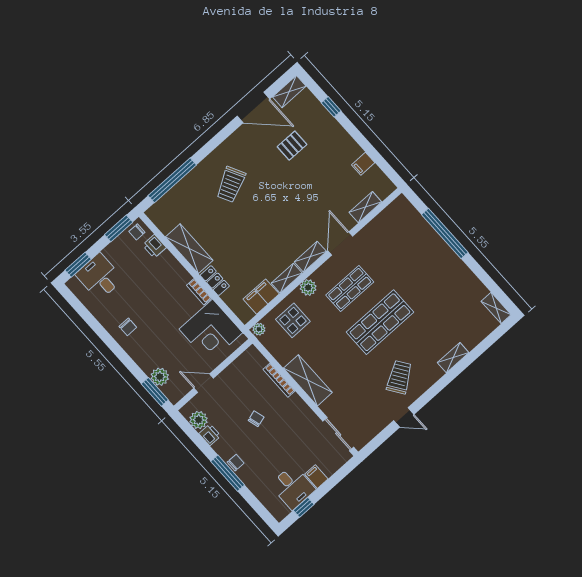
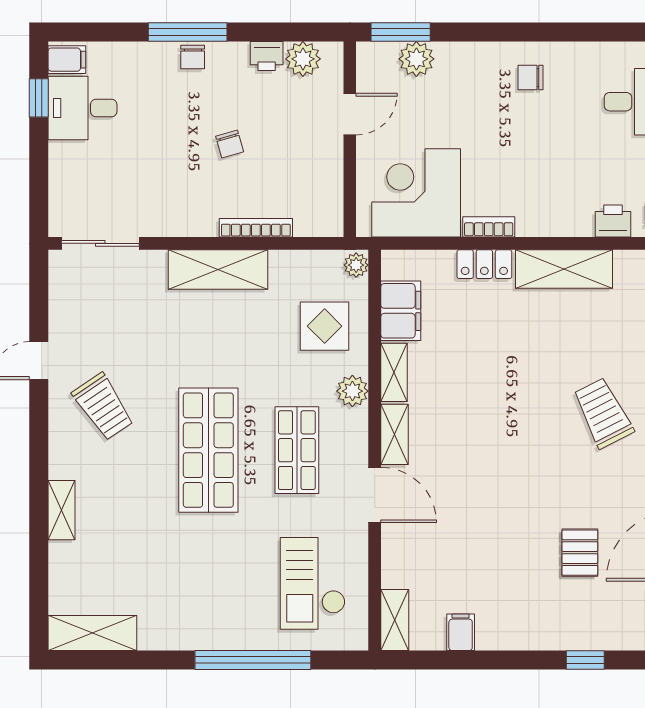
shelving: (365, 207) -> (395, 620), moved
checkout: (395, 237) -> (313, 583), added
shelving: (496, 308) -> (92, 633), width x1.50, depth x1.33
filing cabinet: (316, 477) -> (67, 60), moved

